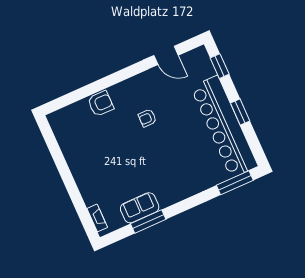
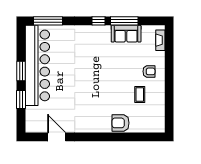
window: (220, 66) -> (21, 99), moved
armchair: (147, 118) -> (149, 71), moved
coffee table: (93, 146) -> (140, 94), added
window: (178, 208) -> (98, 21), added

